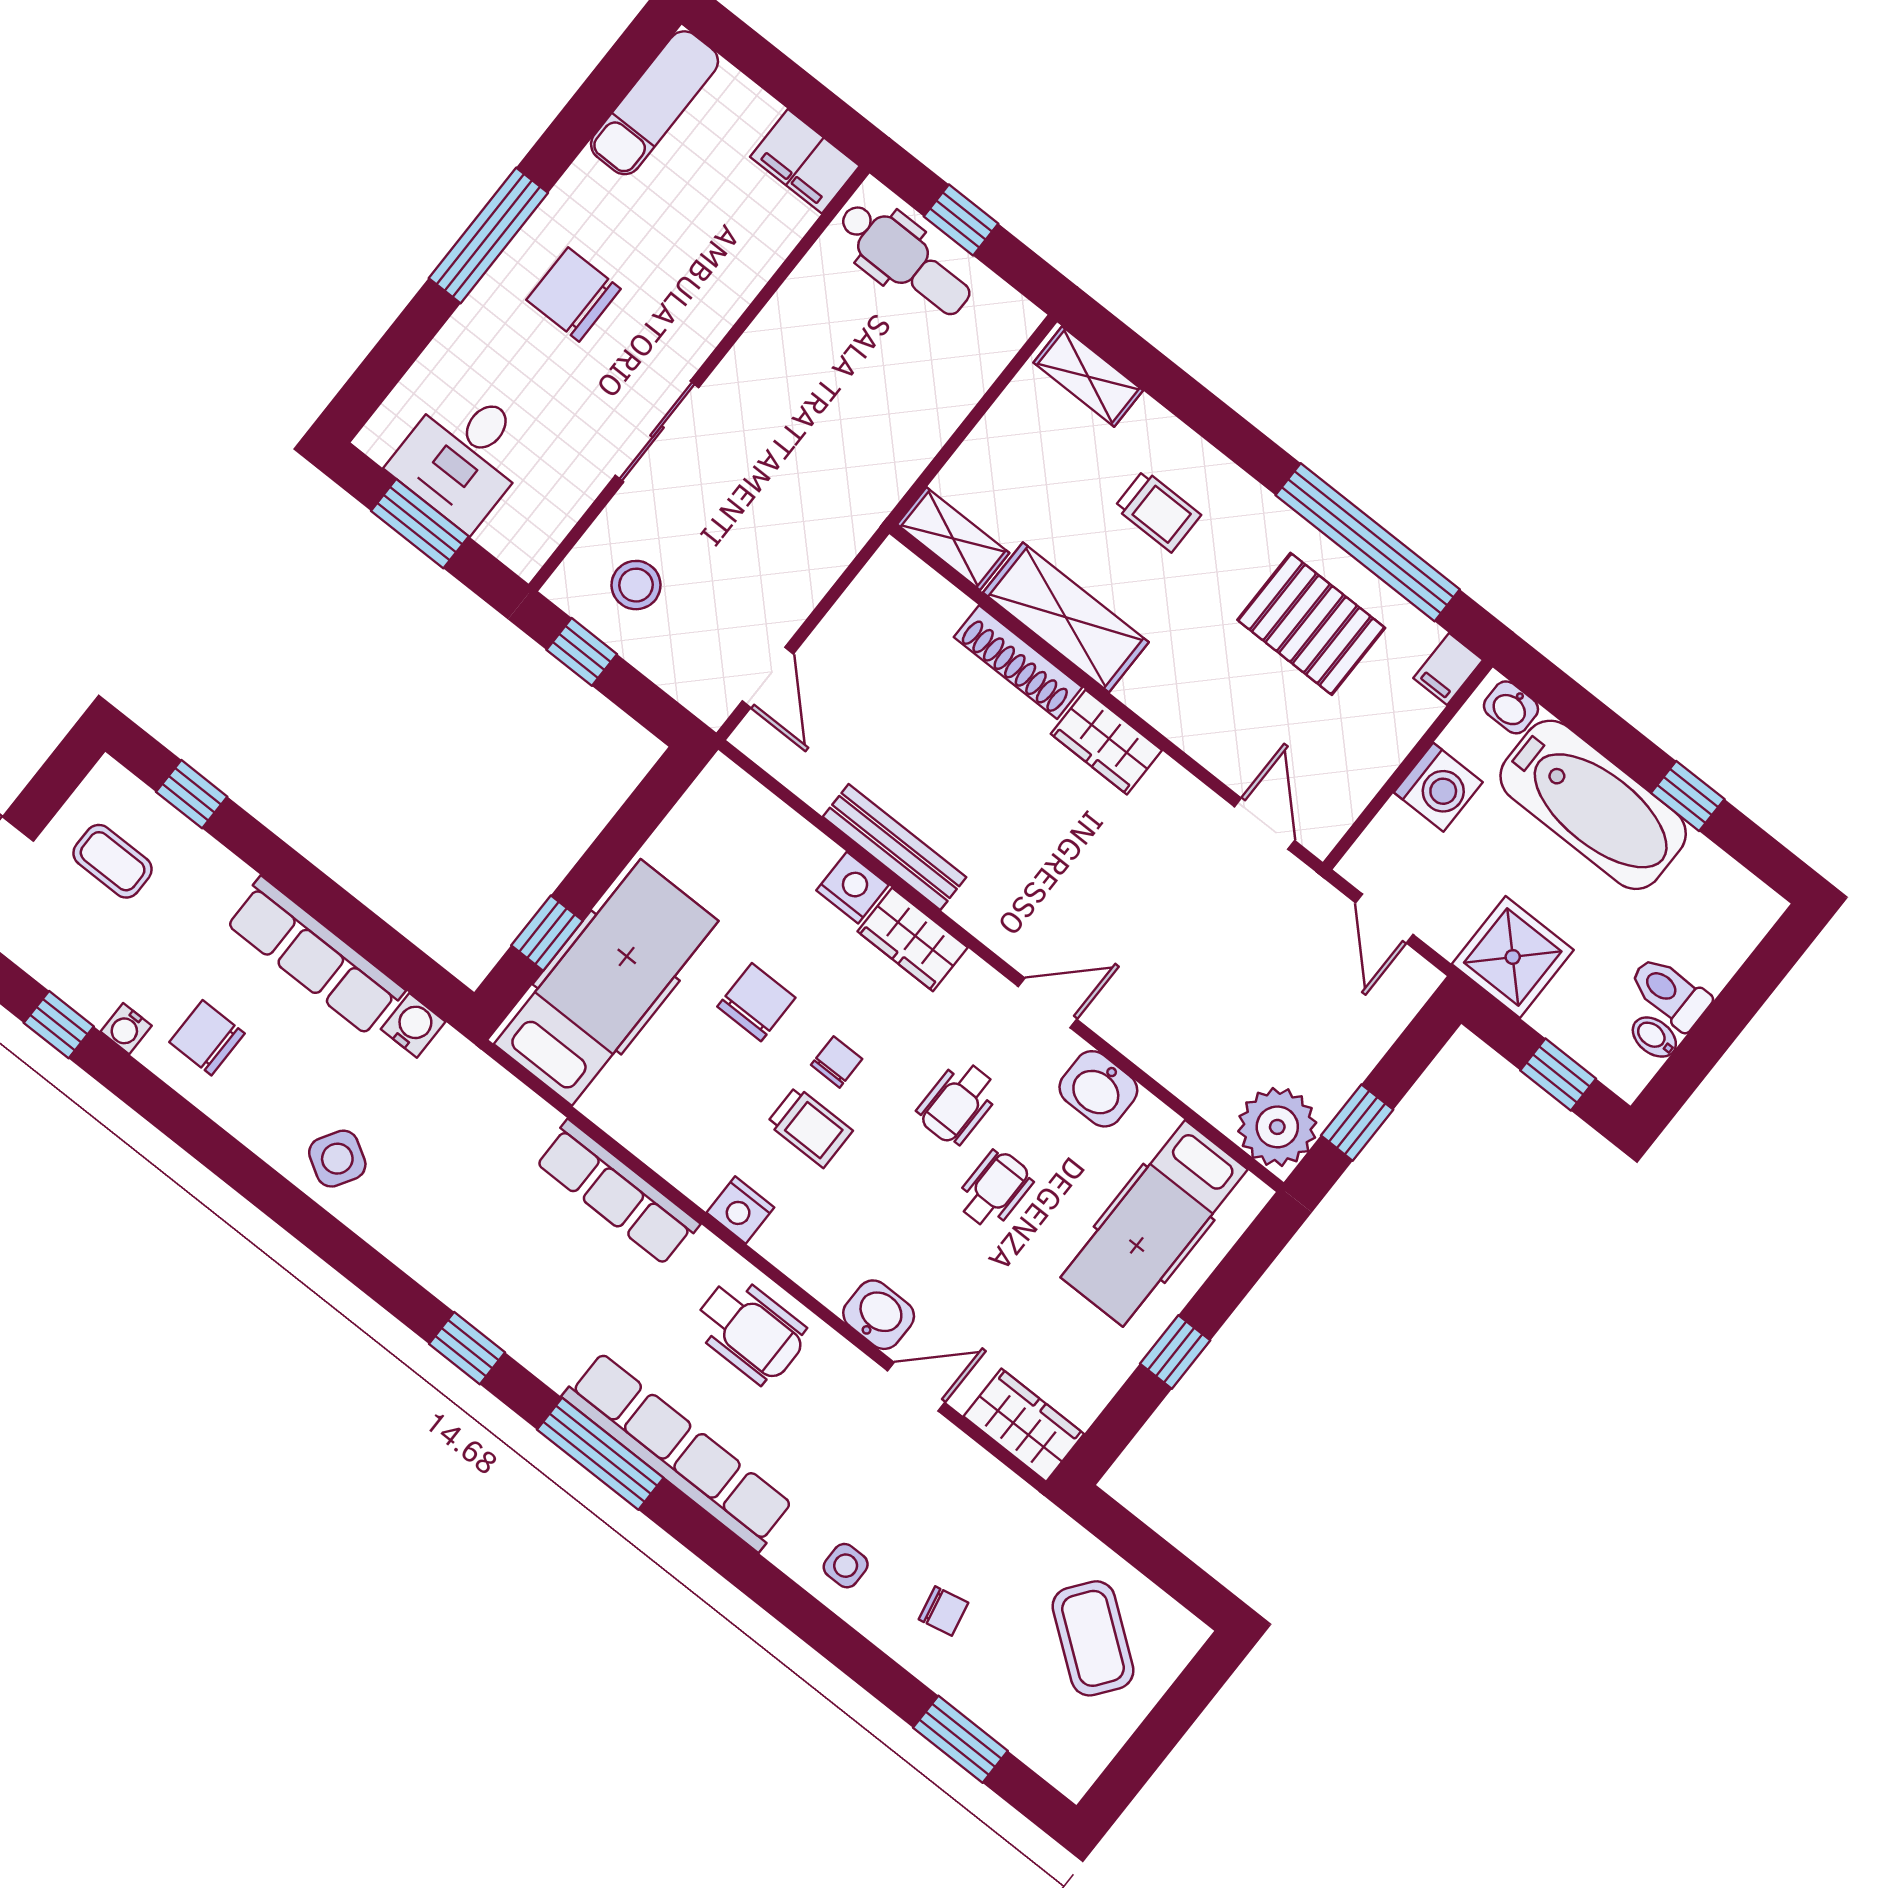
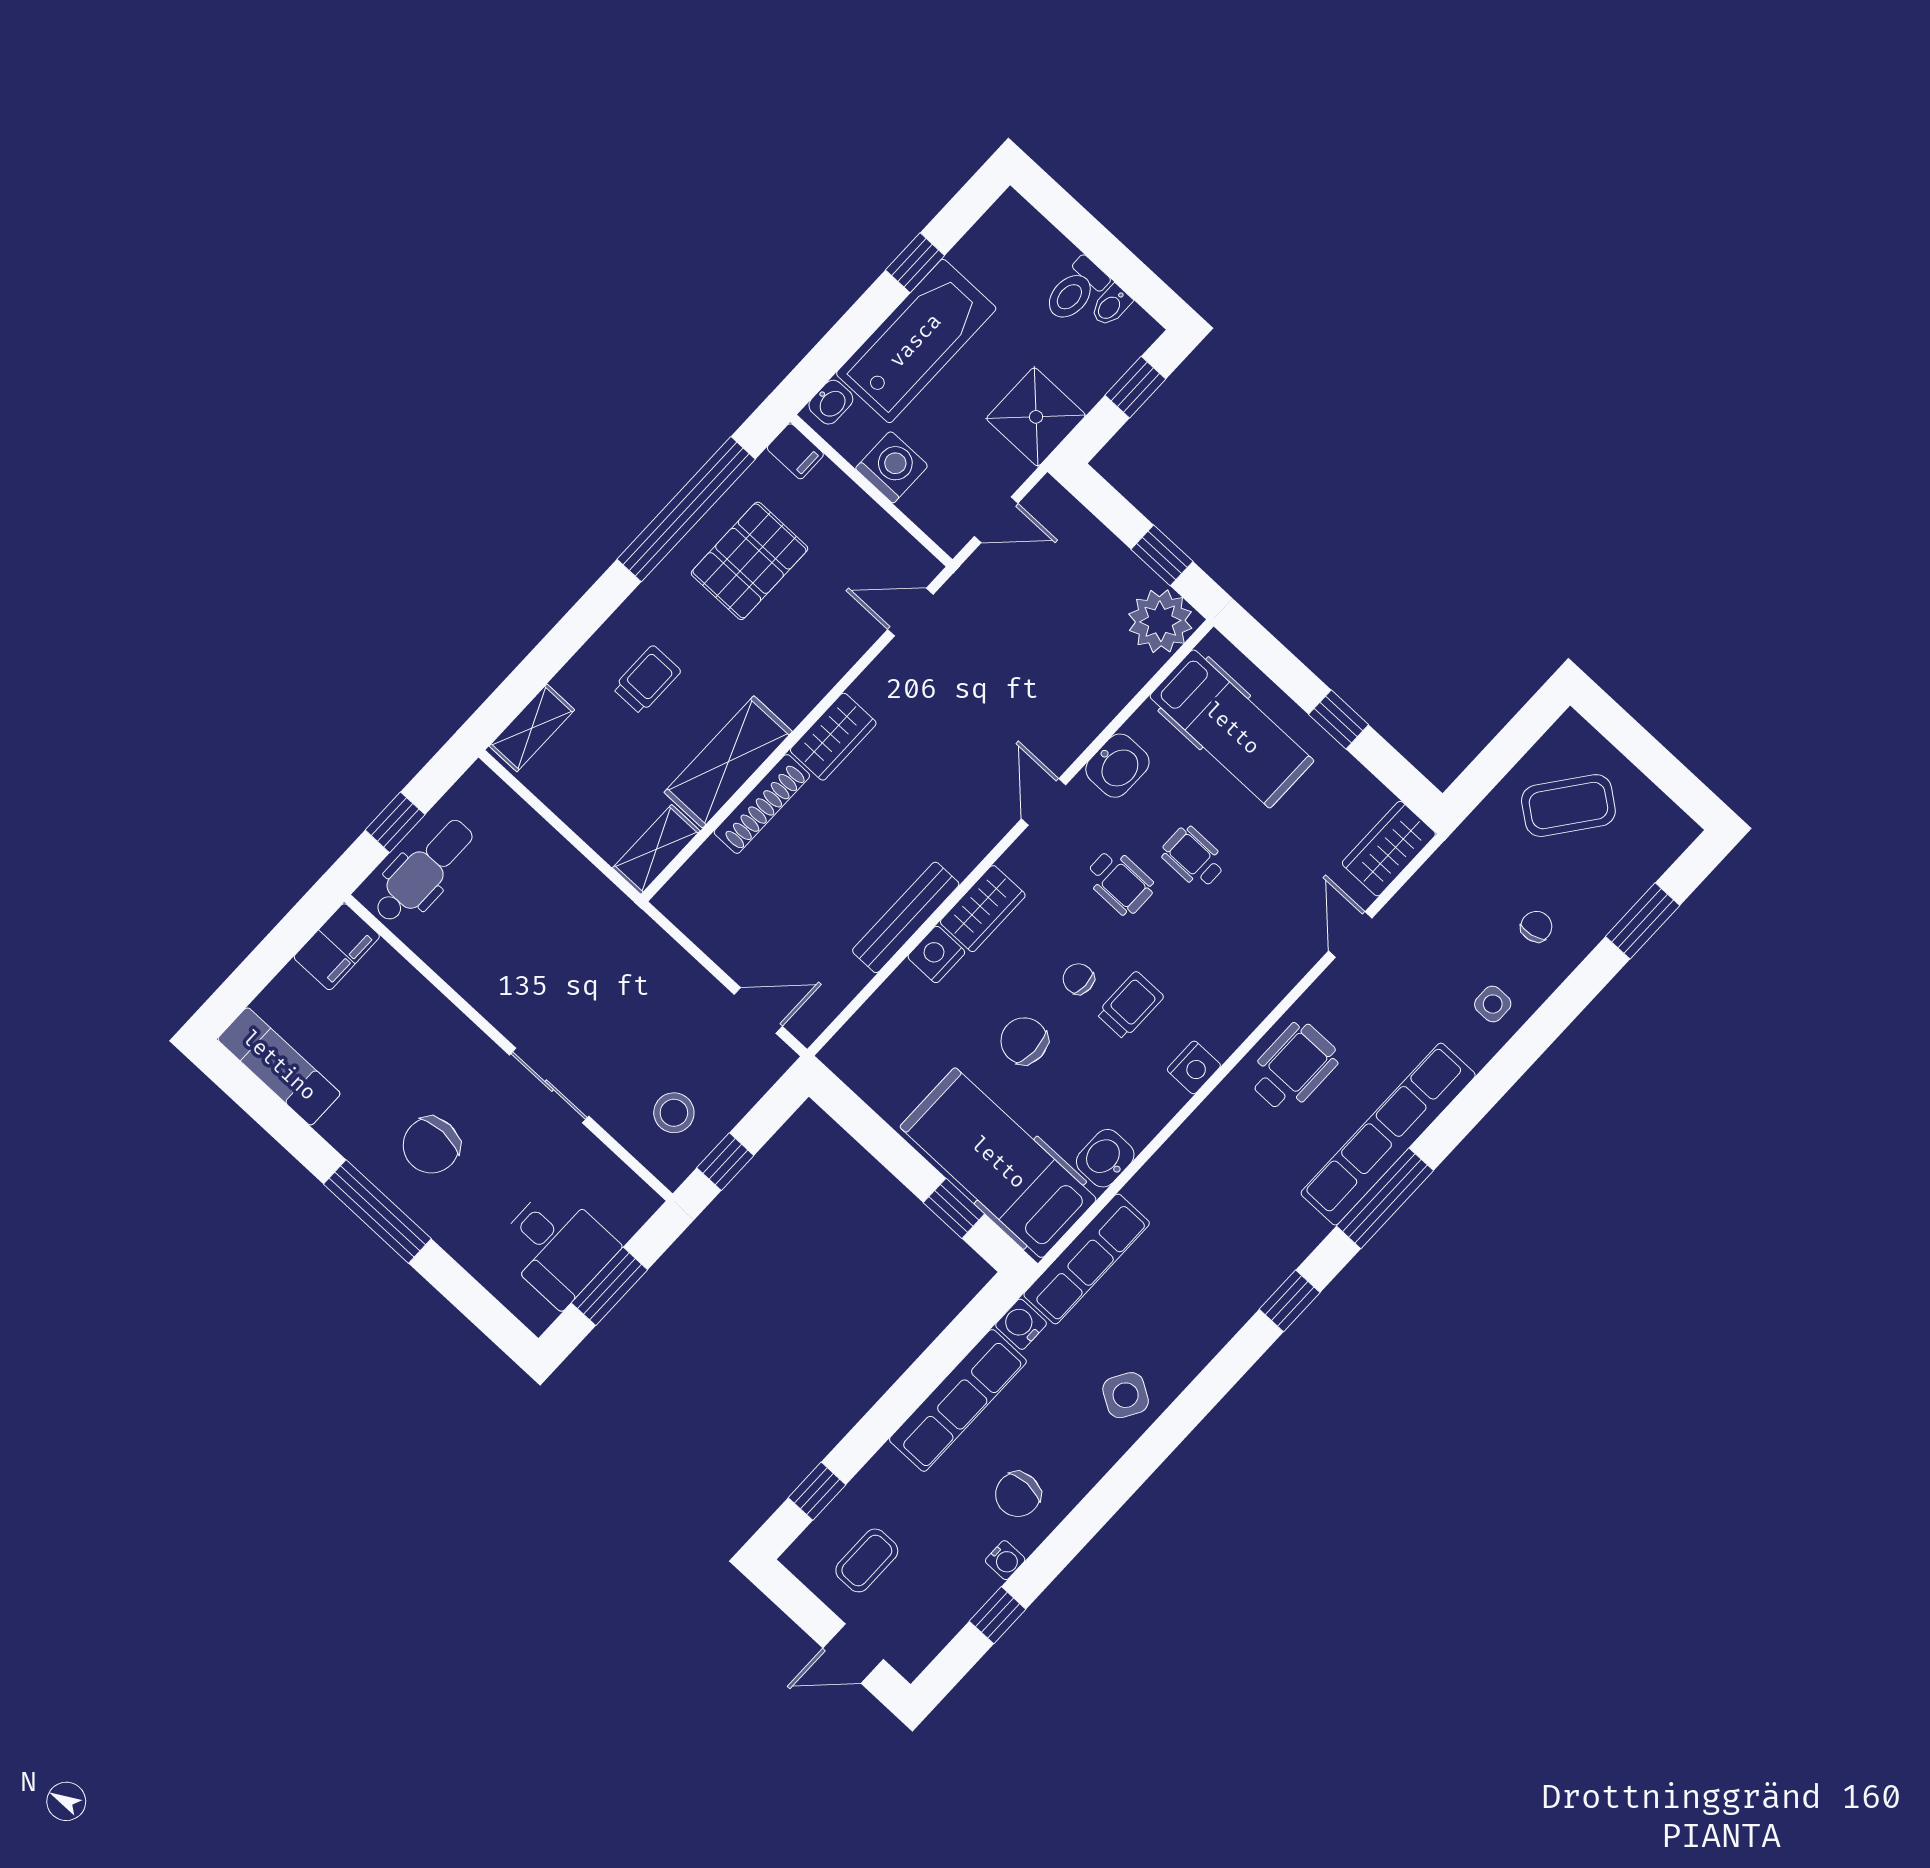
row of seats: (617, 1193) -> (1087, 1259), moved
washbasin: (879, 1315) -> (1105, 1158), moved

